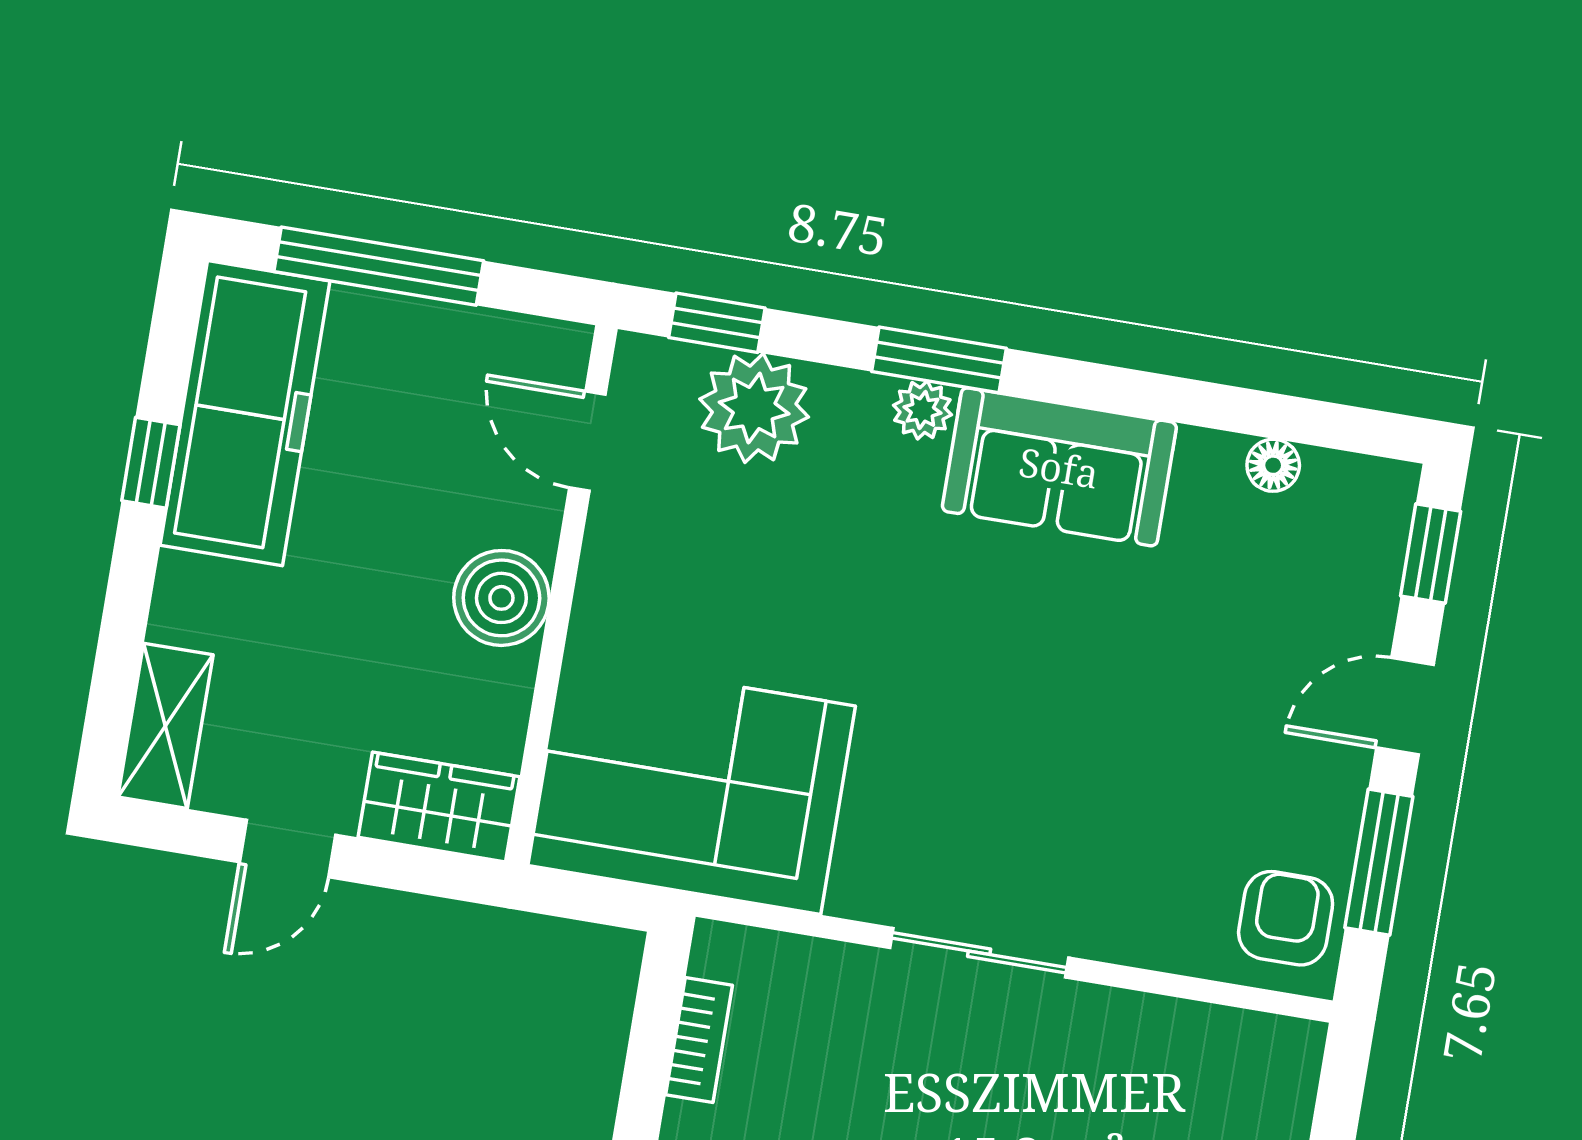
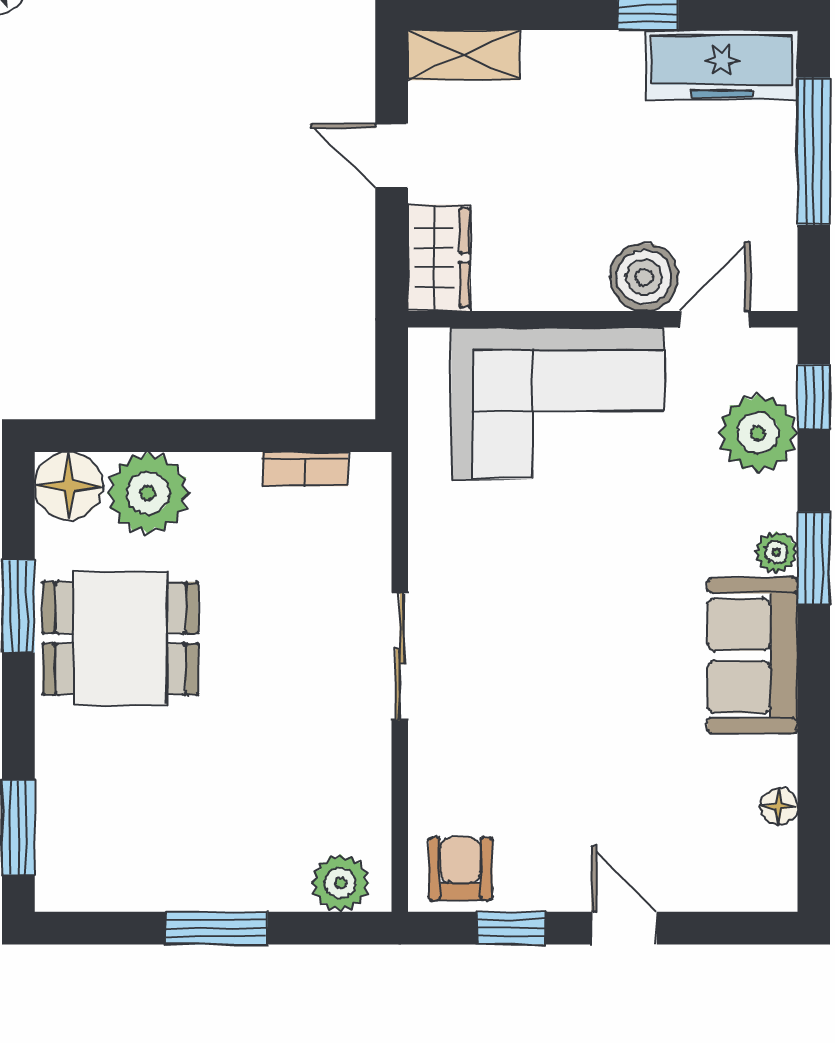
freezer: (245, 413) -> (722, 65), width x0.73, depth x0.79
window: (1431, 554) -> (735, 928), removed
boiler: (501, 598) -> (644, 277), moved
corner sofa: (692, 786) -> (558, 403), moved, turned 90
window: (1379, 862) -> (511, 928), width x0.67
armchair: (1286, 918) -> (460, 869), turned -90
plant: (1278, 1087) -> (340, 883), added

